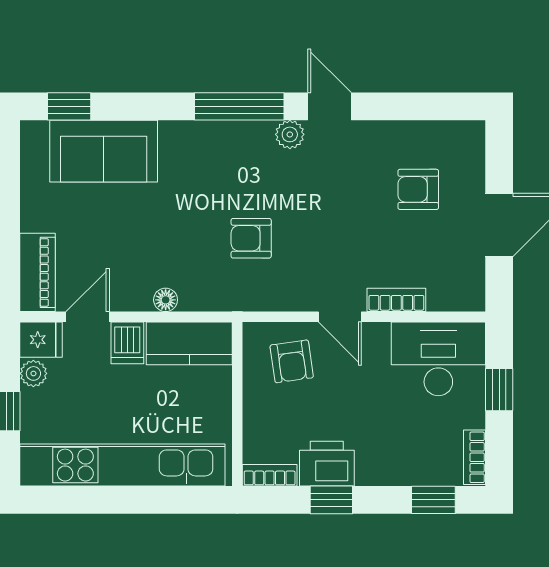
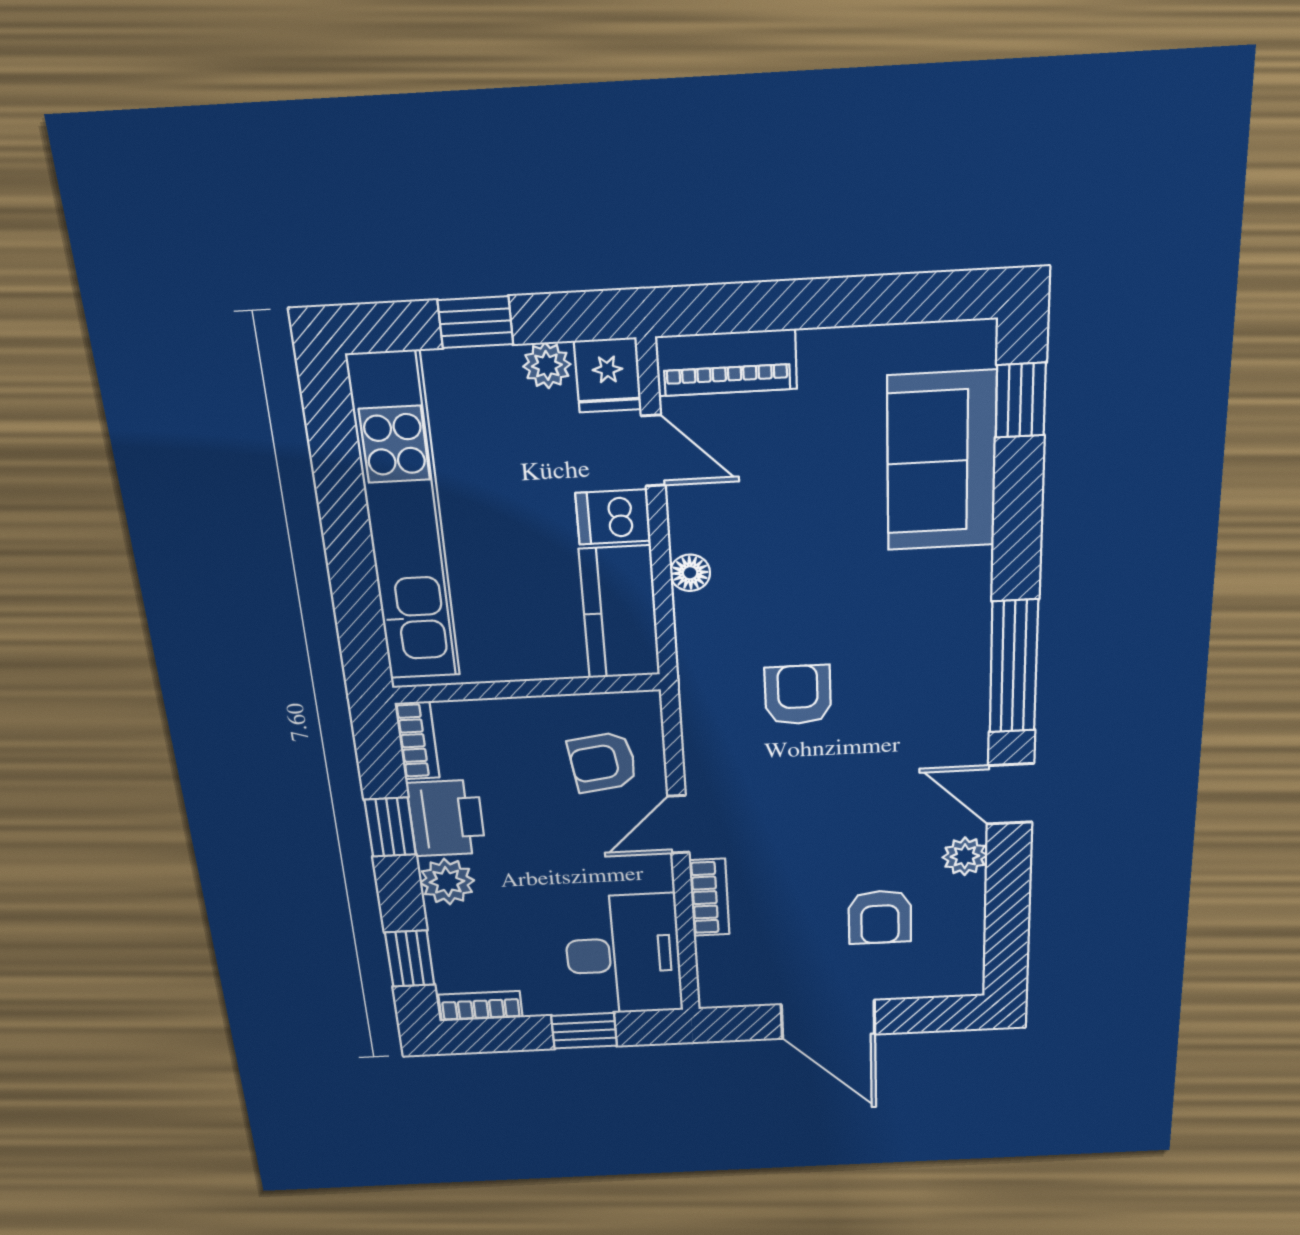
door: (329, 106) -> (1010, 794), swing flipped
plant: (290, 134) -> (965, 856), moved
armchair: (418, 189) -> (880, 917), turned 180
plant: (374, 469) -> (447, 882), added

